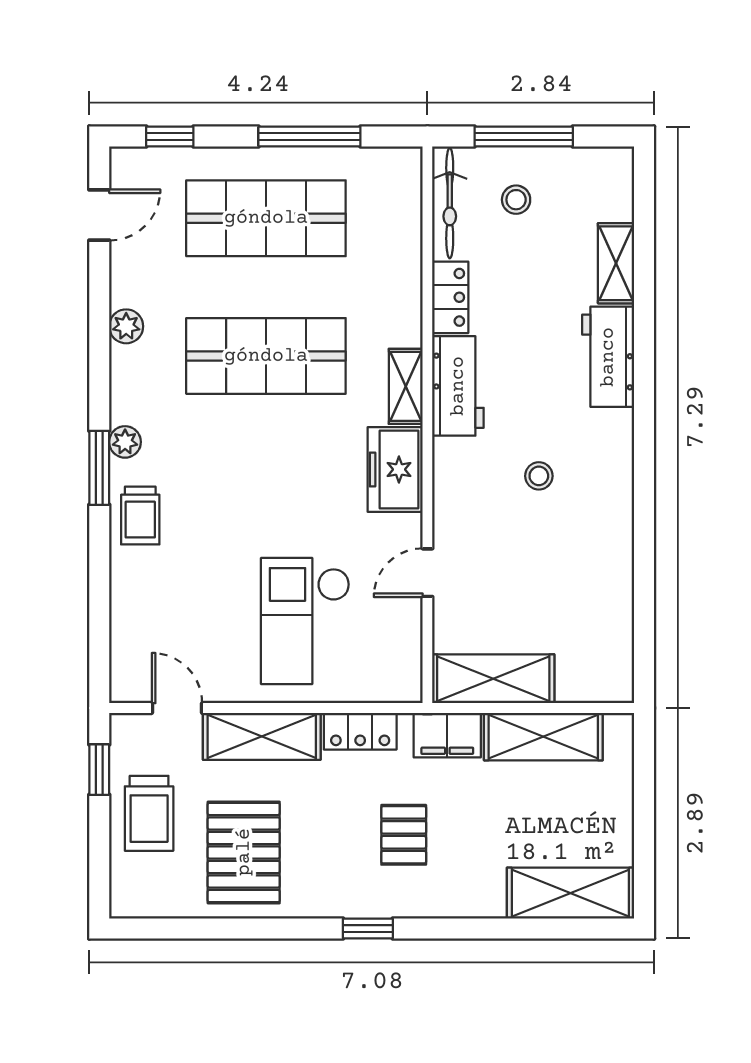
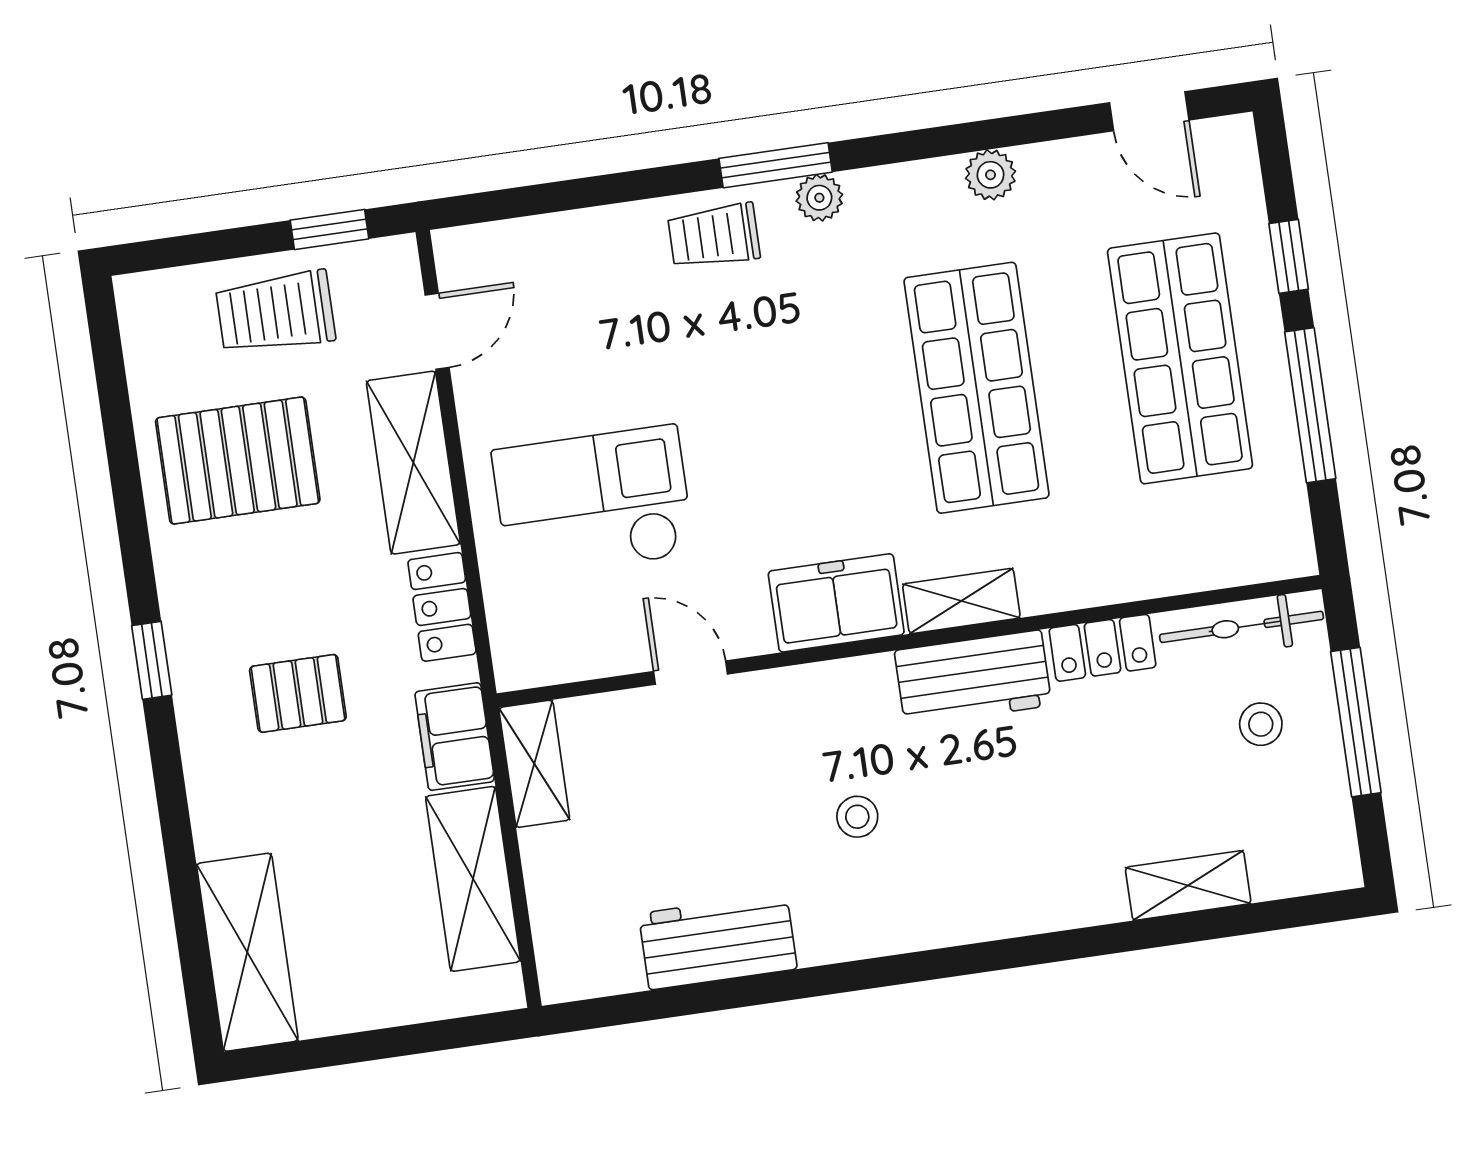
window: (170, 137) -> (1289, 256), moved
workbench: (608, 357) -> (718, 941), moved
shelving: (493, 679) -> (534, 764), width x0.67, depth x0.75

